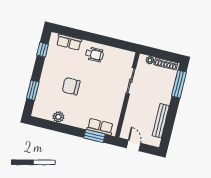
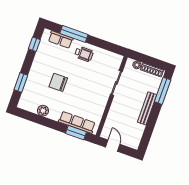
window: (82, 35) -> (74, 34), added
bench: (161, 121) -> (147, 108), moved
row of seats: (100, 127) -> (77, 122), width x1.48

